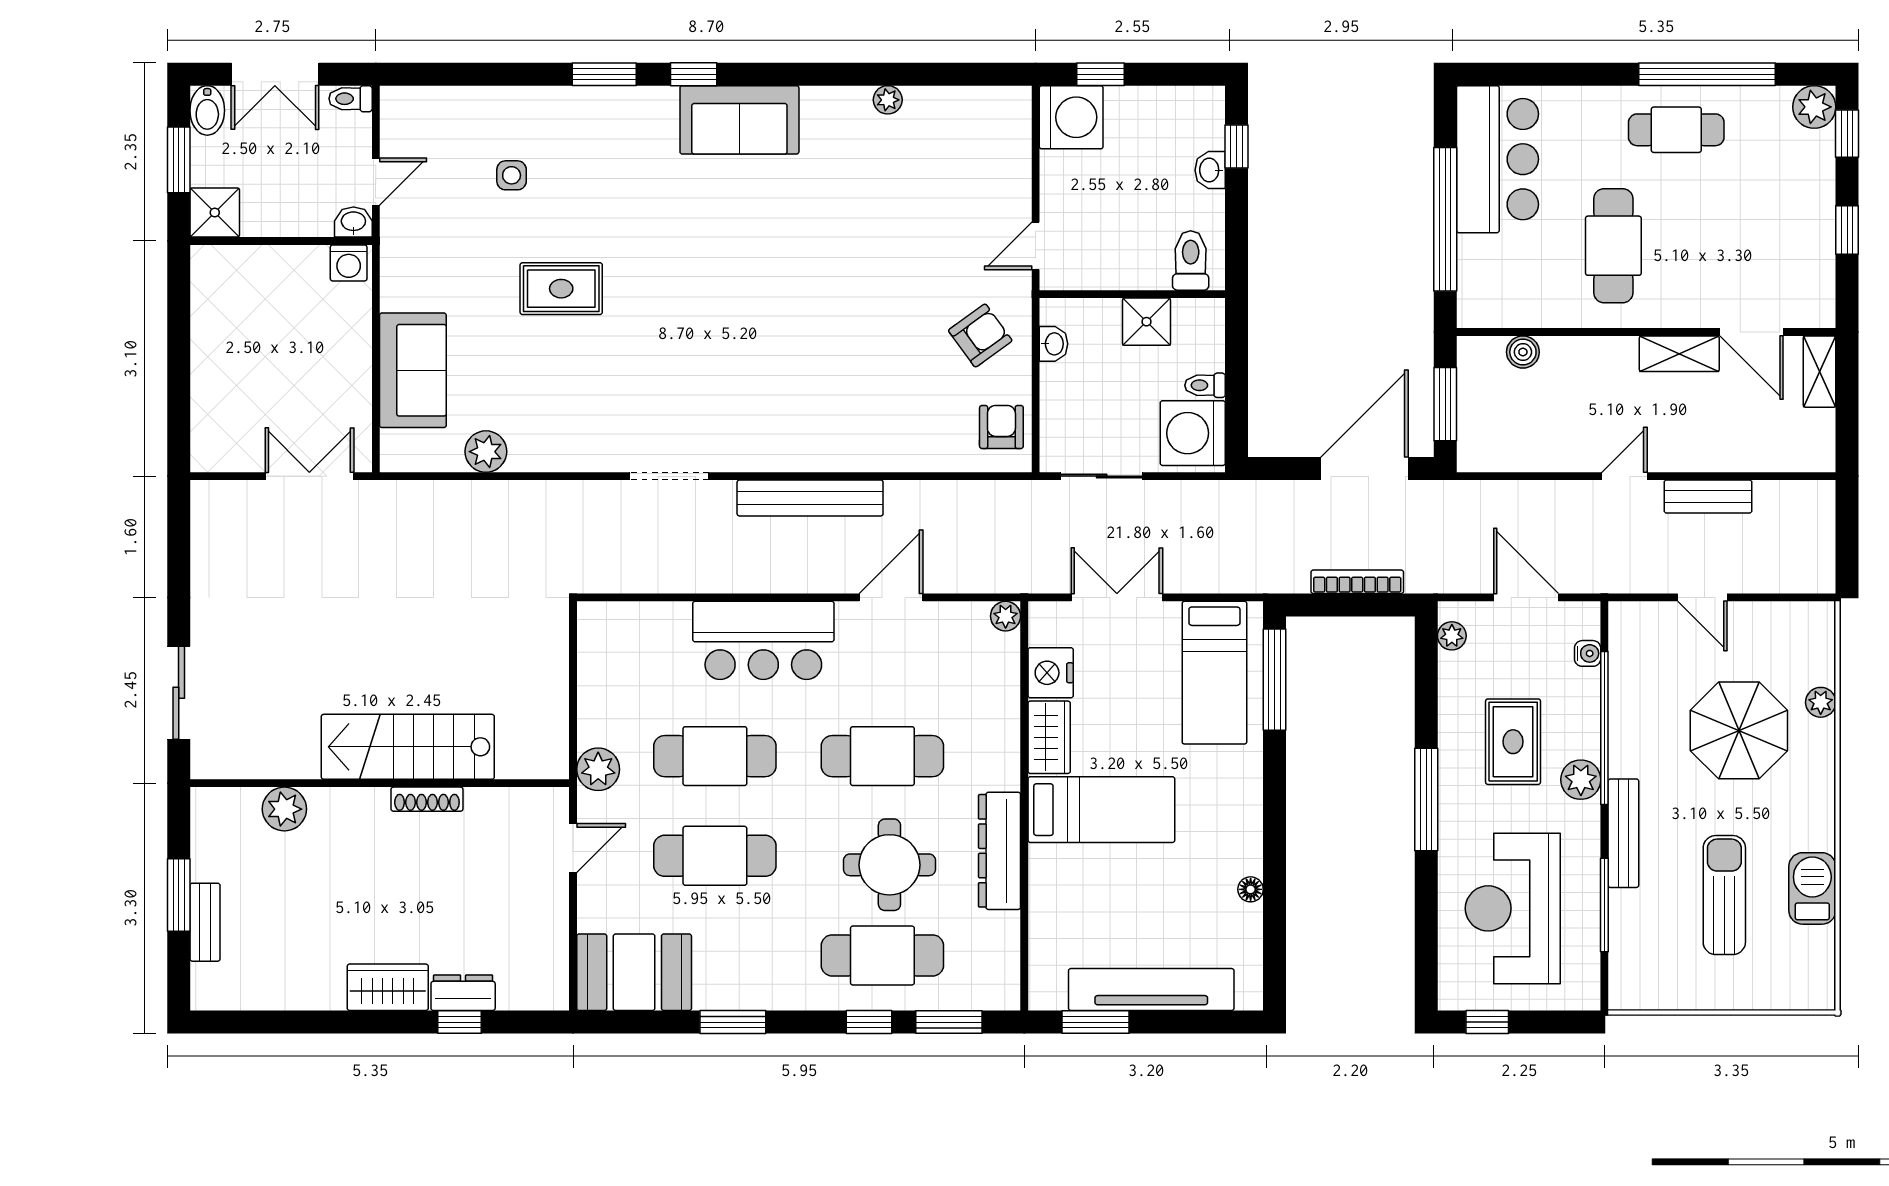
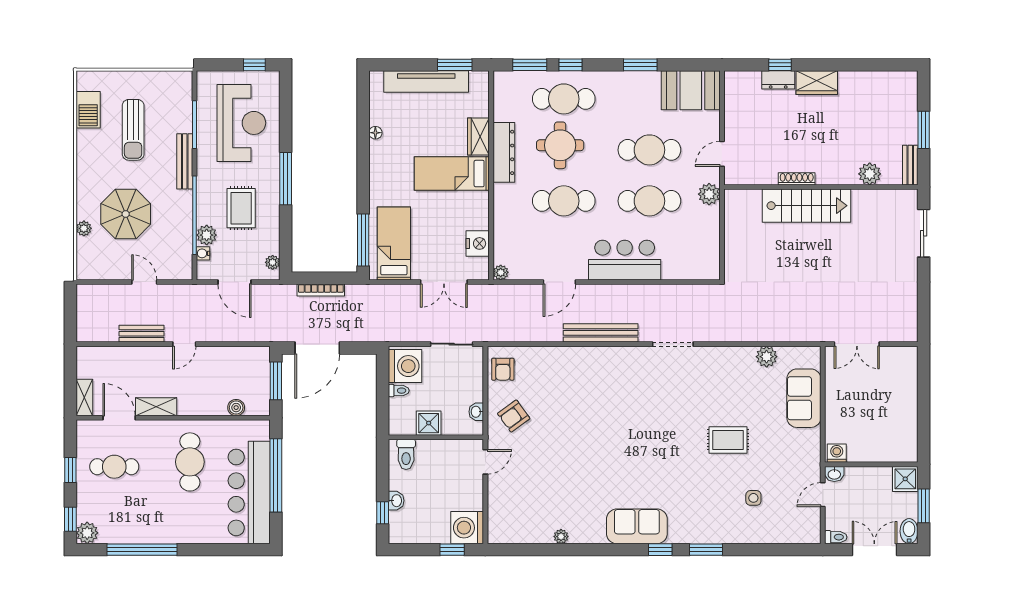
cafe table: (1676, 130) -> (114, 467), moved
bar counter: (1497, 159) -> (249, 492), width x1.36
wardrobe: (1049, 737) -> (478, 137), moved
plant: (1581, 780) -> (207, 235), moved
barbecue: (1812, 888) -> (88, 110), moved
bench: (205, 922) -> (910, 165), moved

